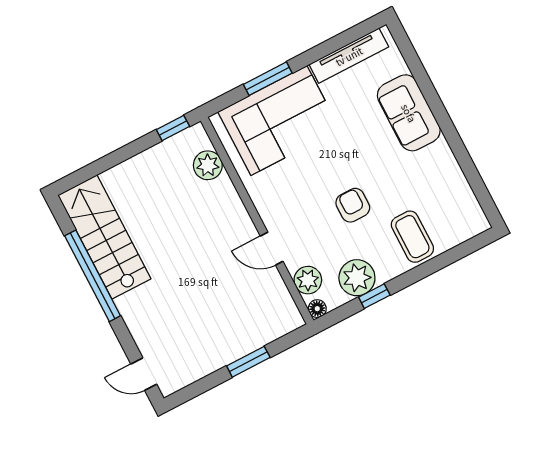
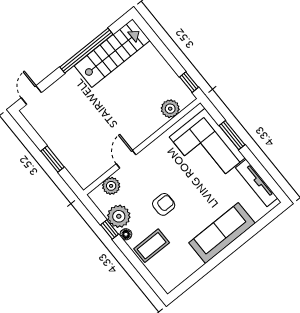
sofa: (409, 113) -> (222, 233), width x1.36
floor lamp: (317, 309) -> (126, 234), moved

